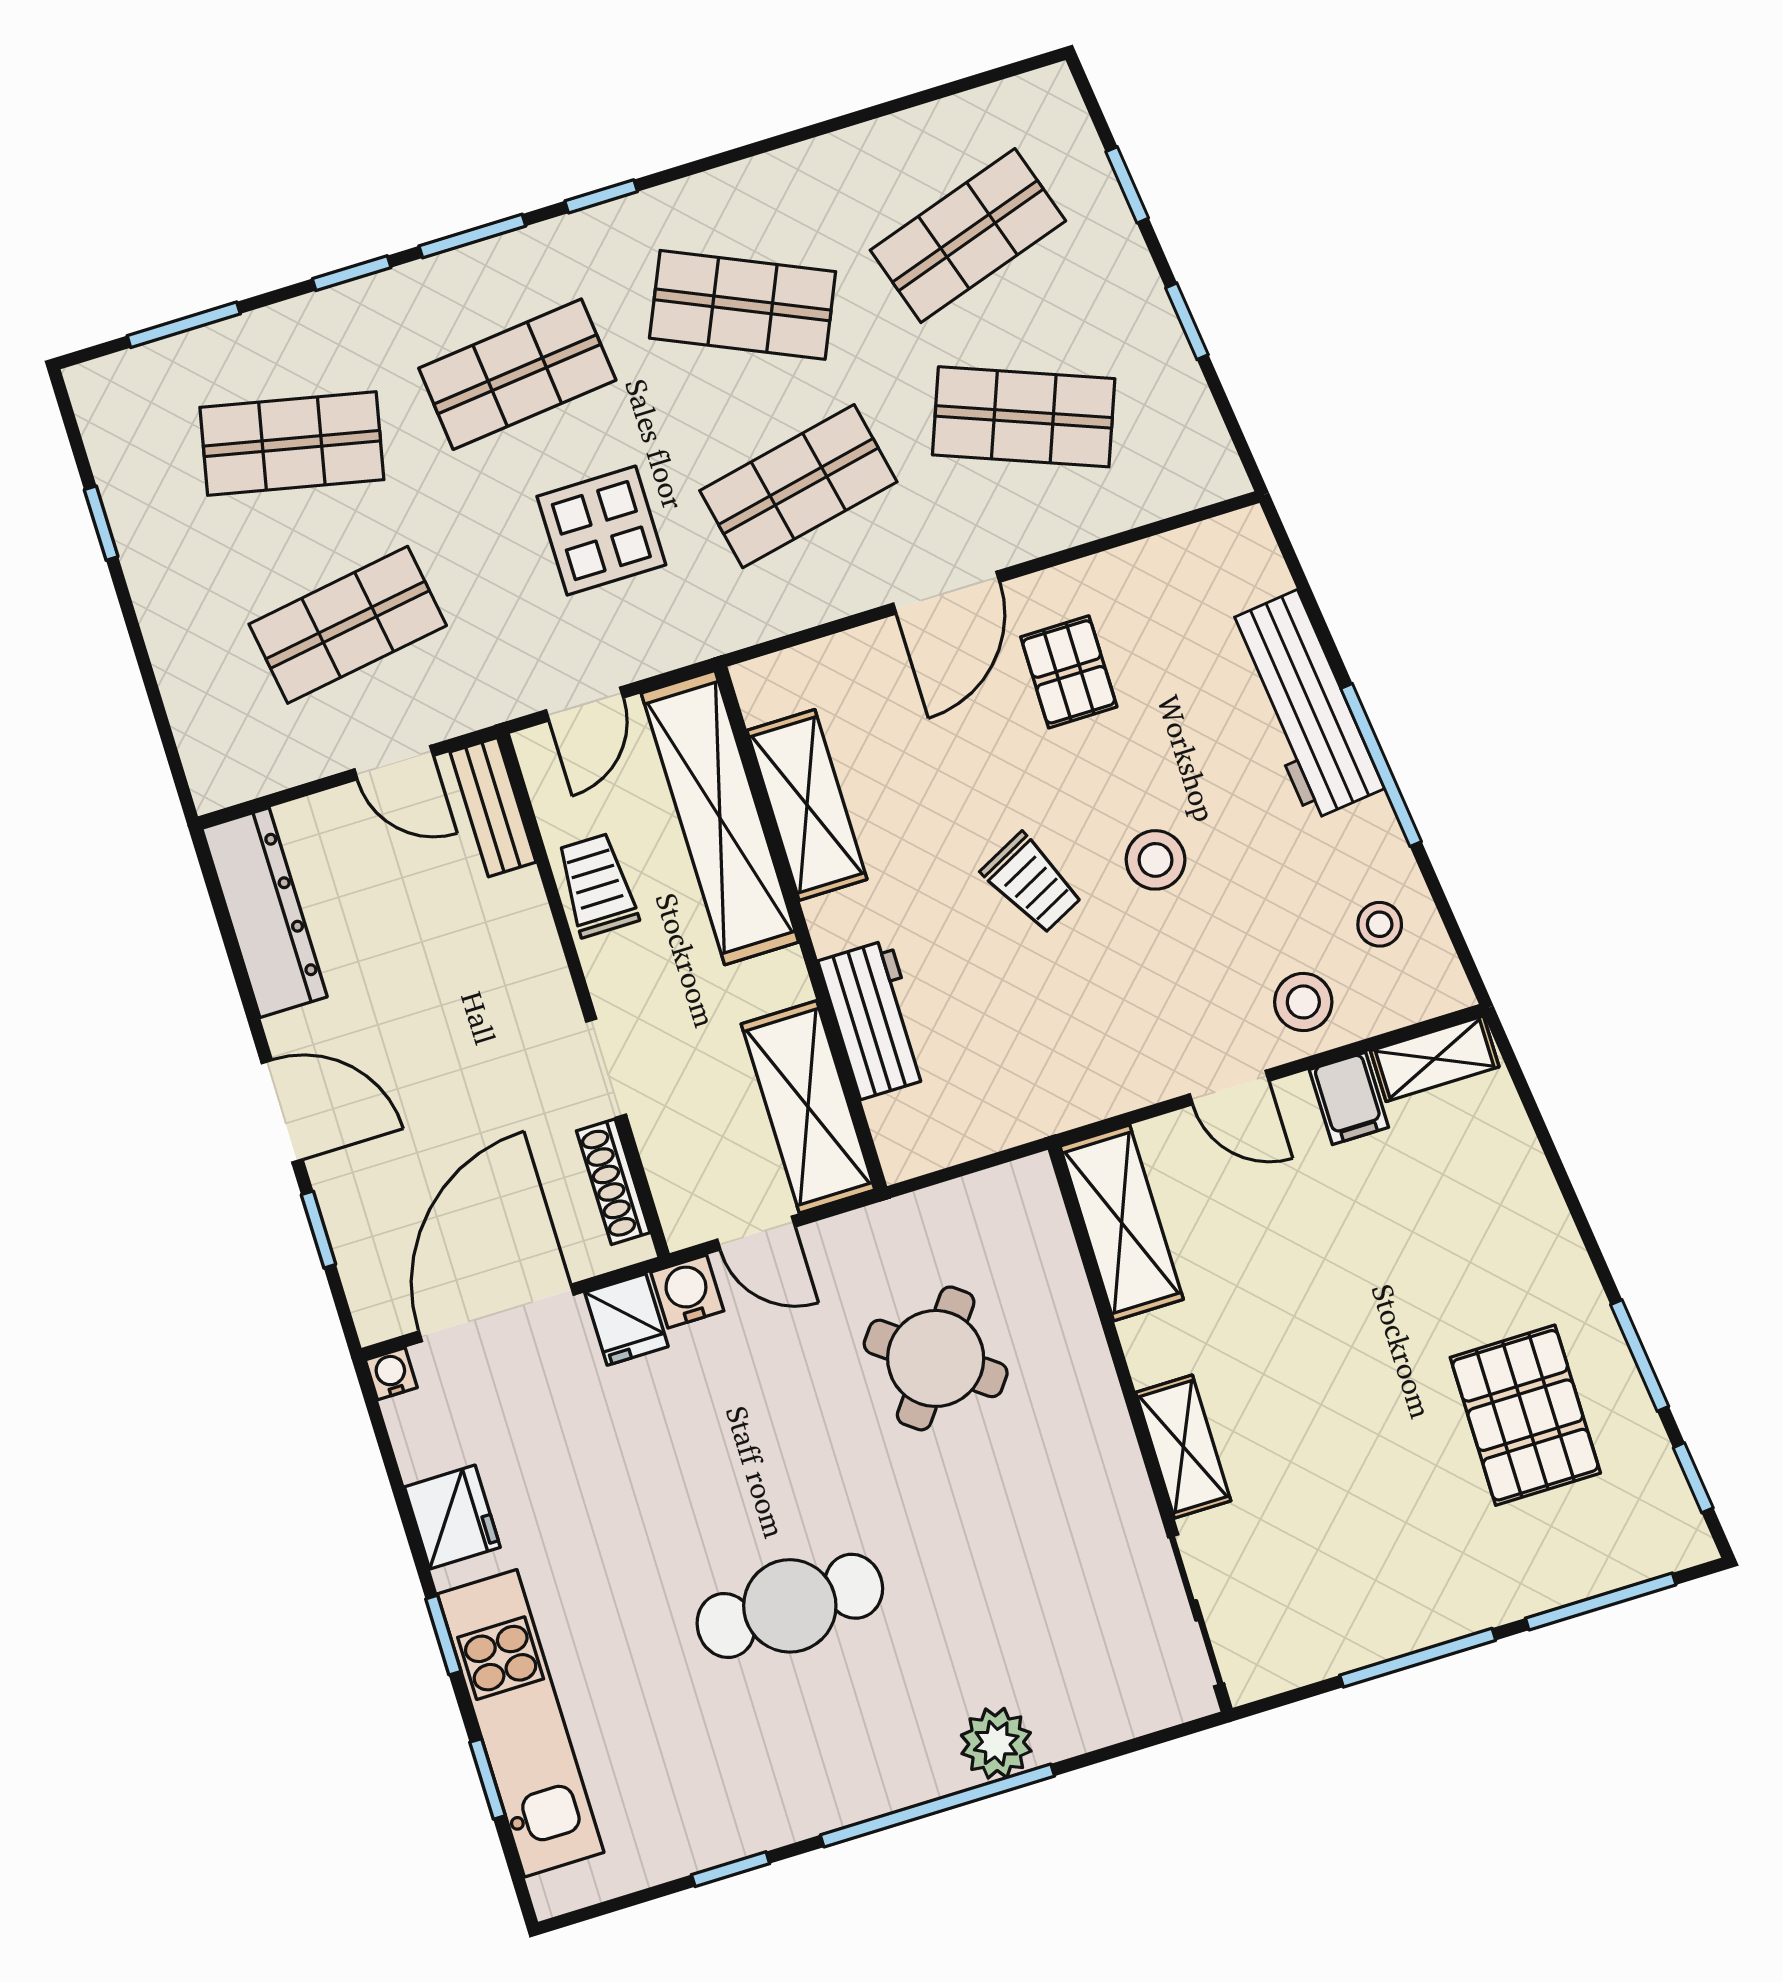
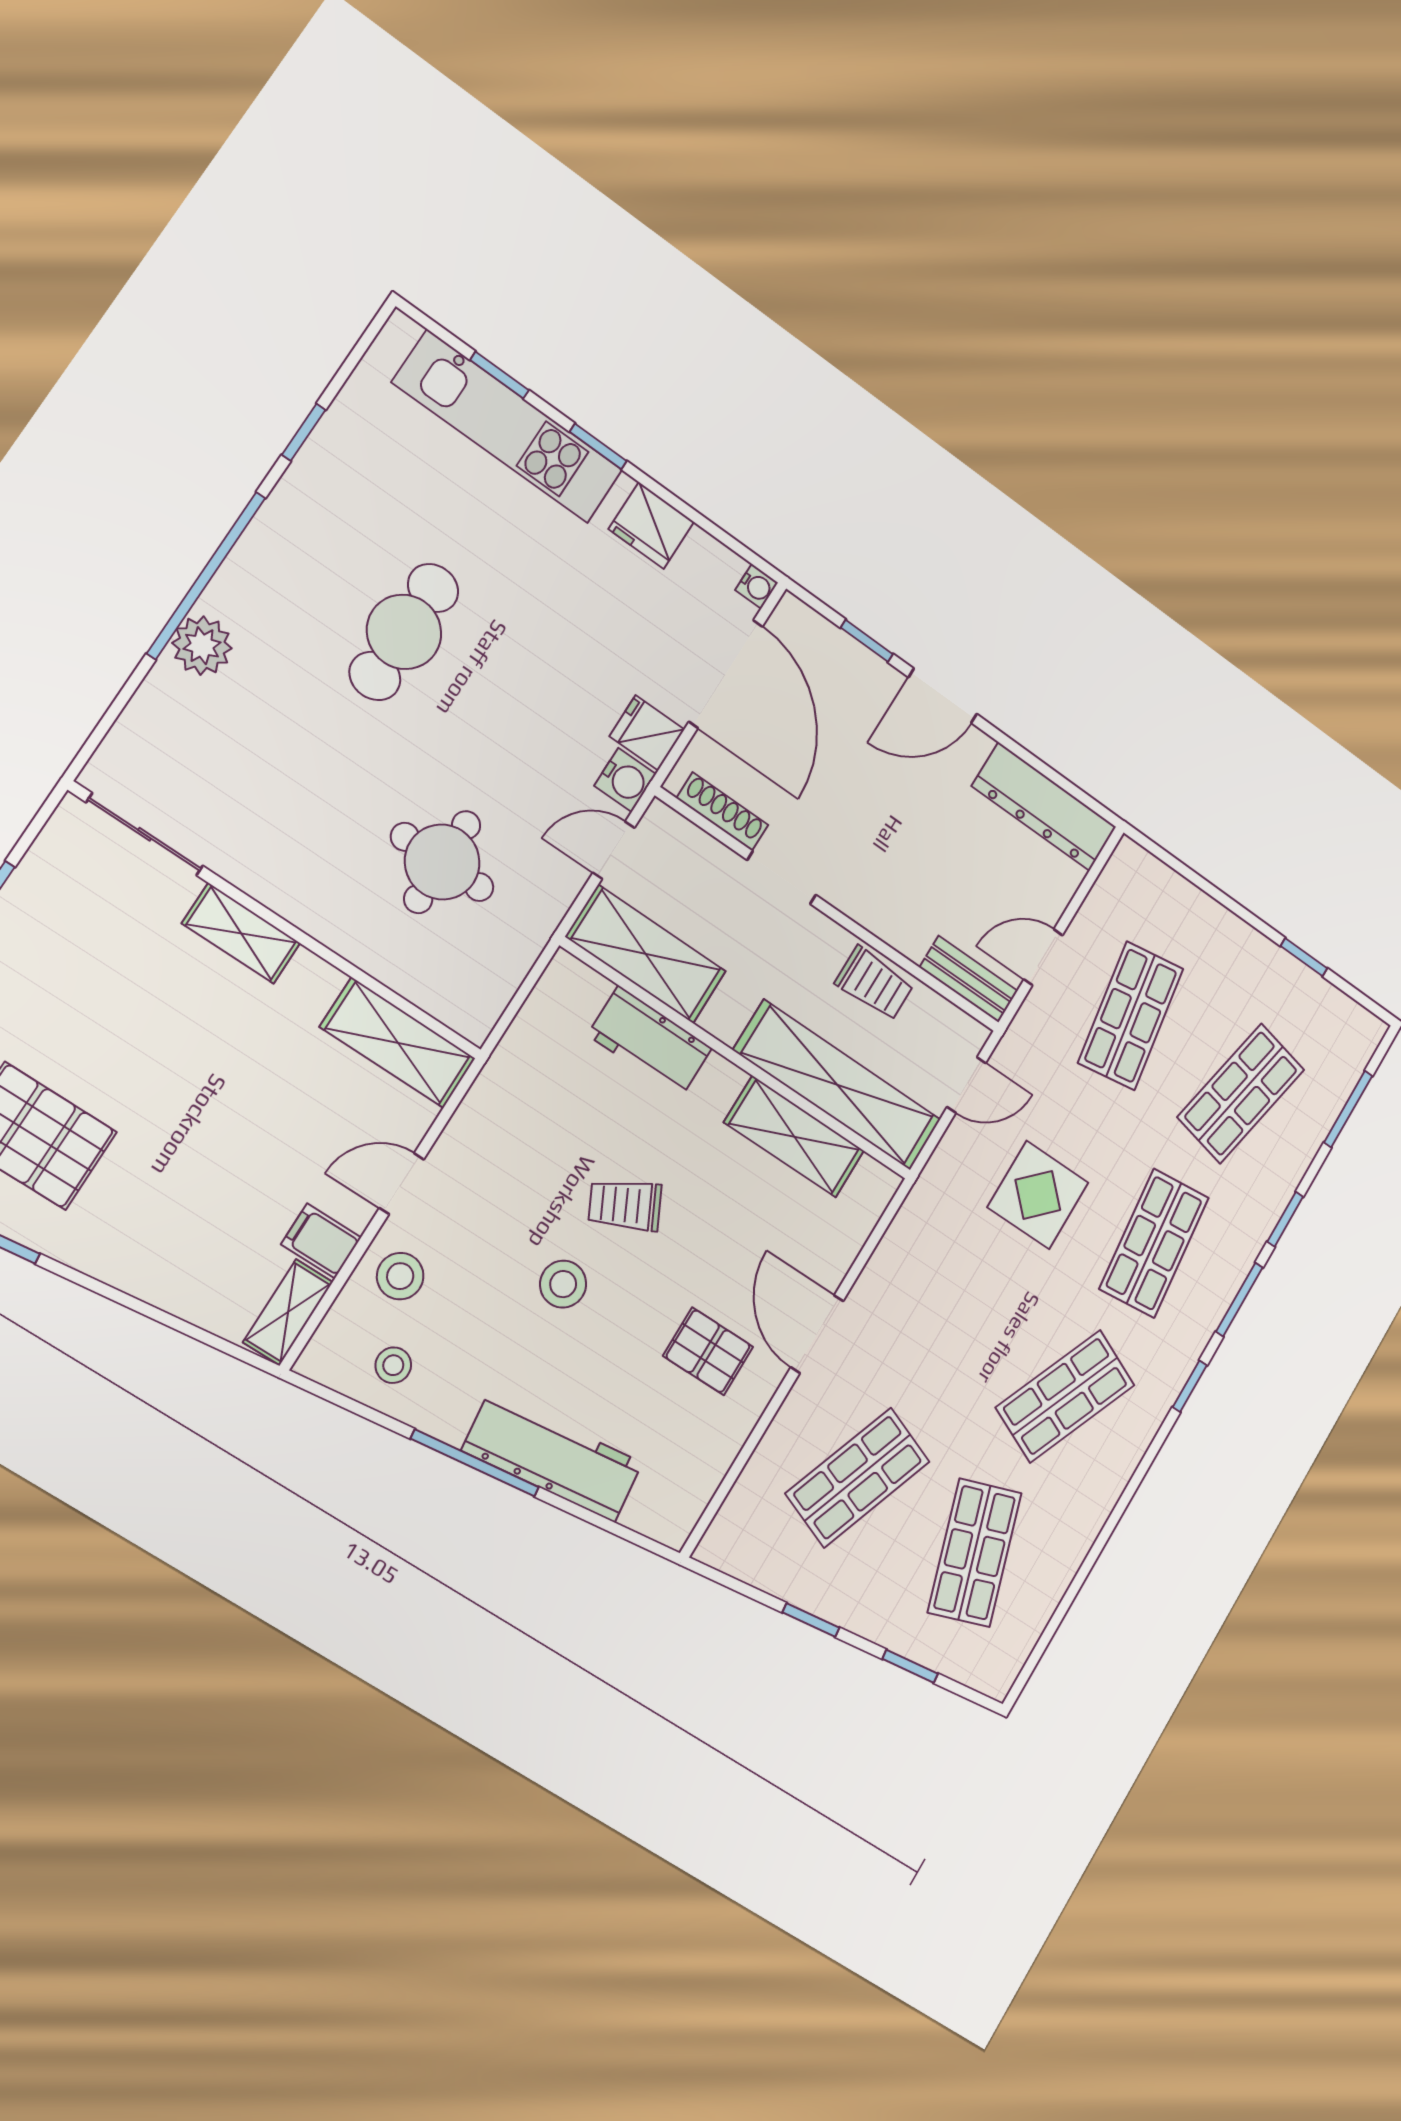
shop shelf: (798, 486) -> (951, 1320), removed
door: (585, 704) -> (967, 1085), swing flipped
round table: (936, 1358) -> (442, 862), turned -37

